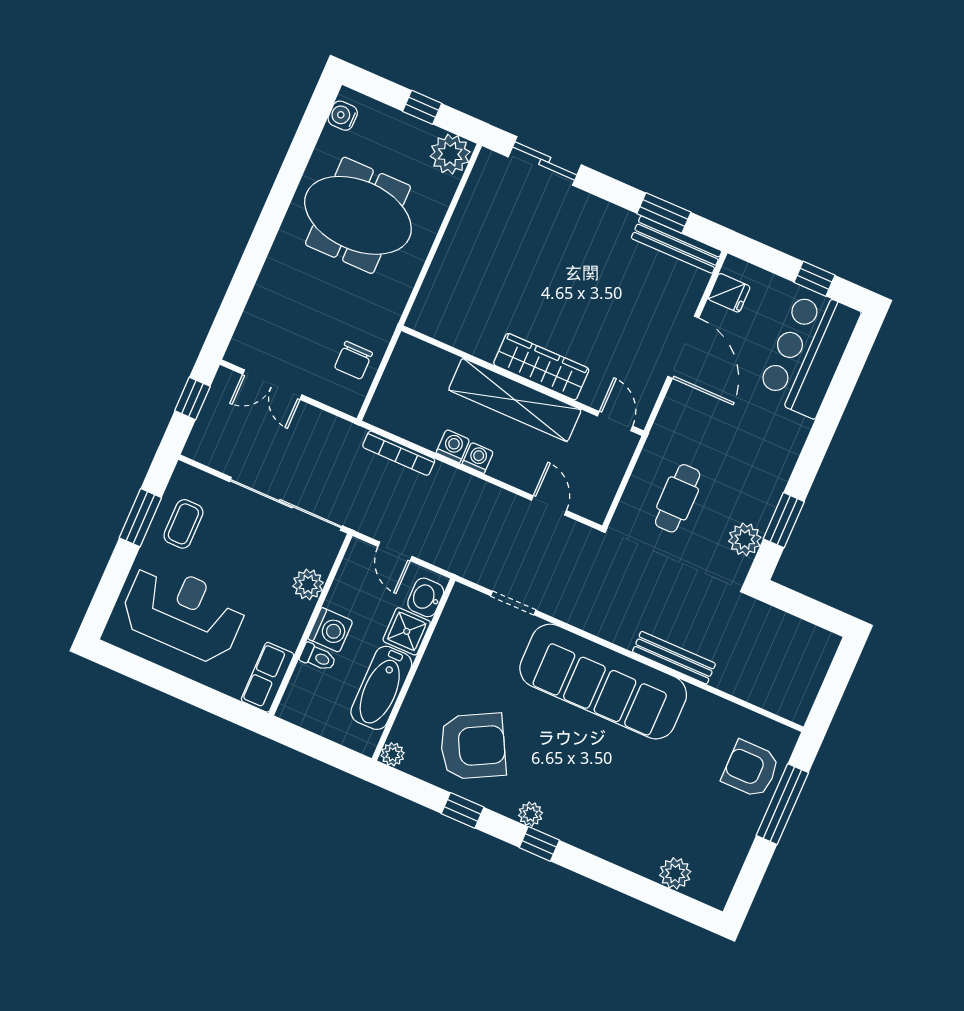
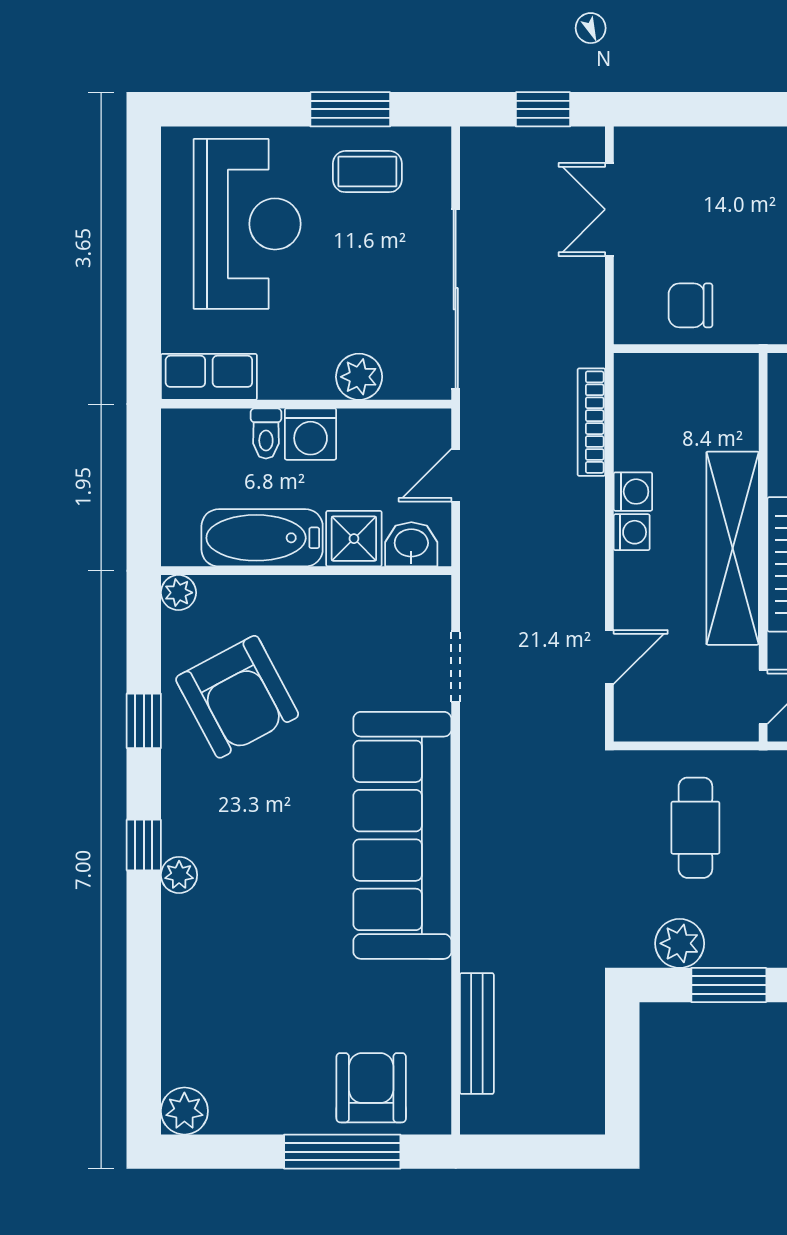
cafe table: (678, 498) -> (695, 828), turned 90
bench: (674, 658) -> (477, 1034), moved
plant: (530, 814) -> (179, 875), moved
plant: (675, 873) -> (184, 1111), moved

